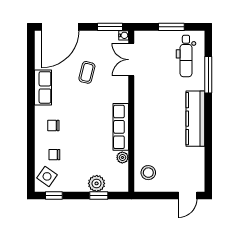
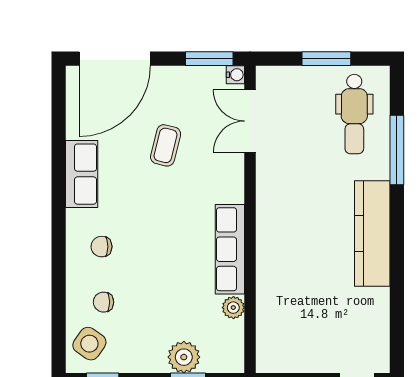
stool: (148, 173) -> (282, 336), removed

